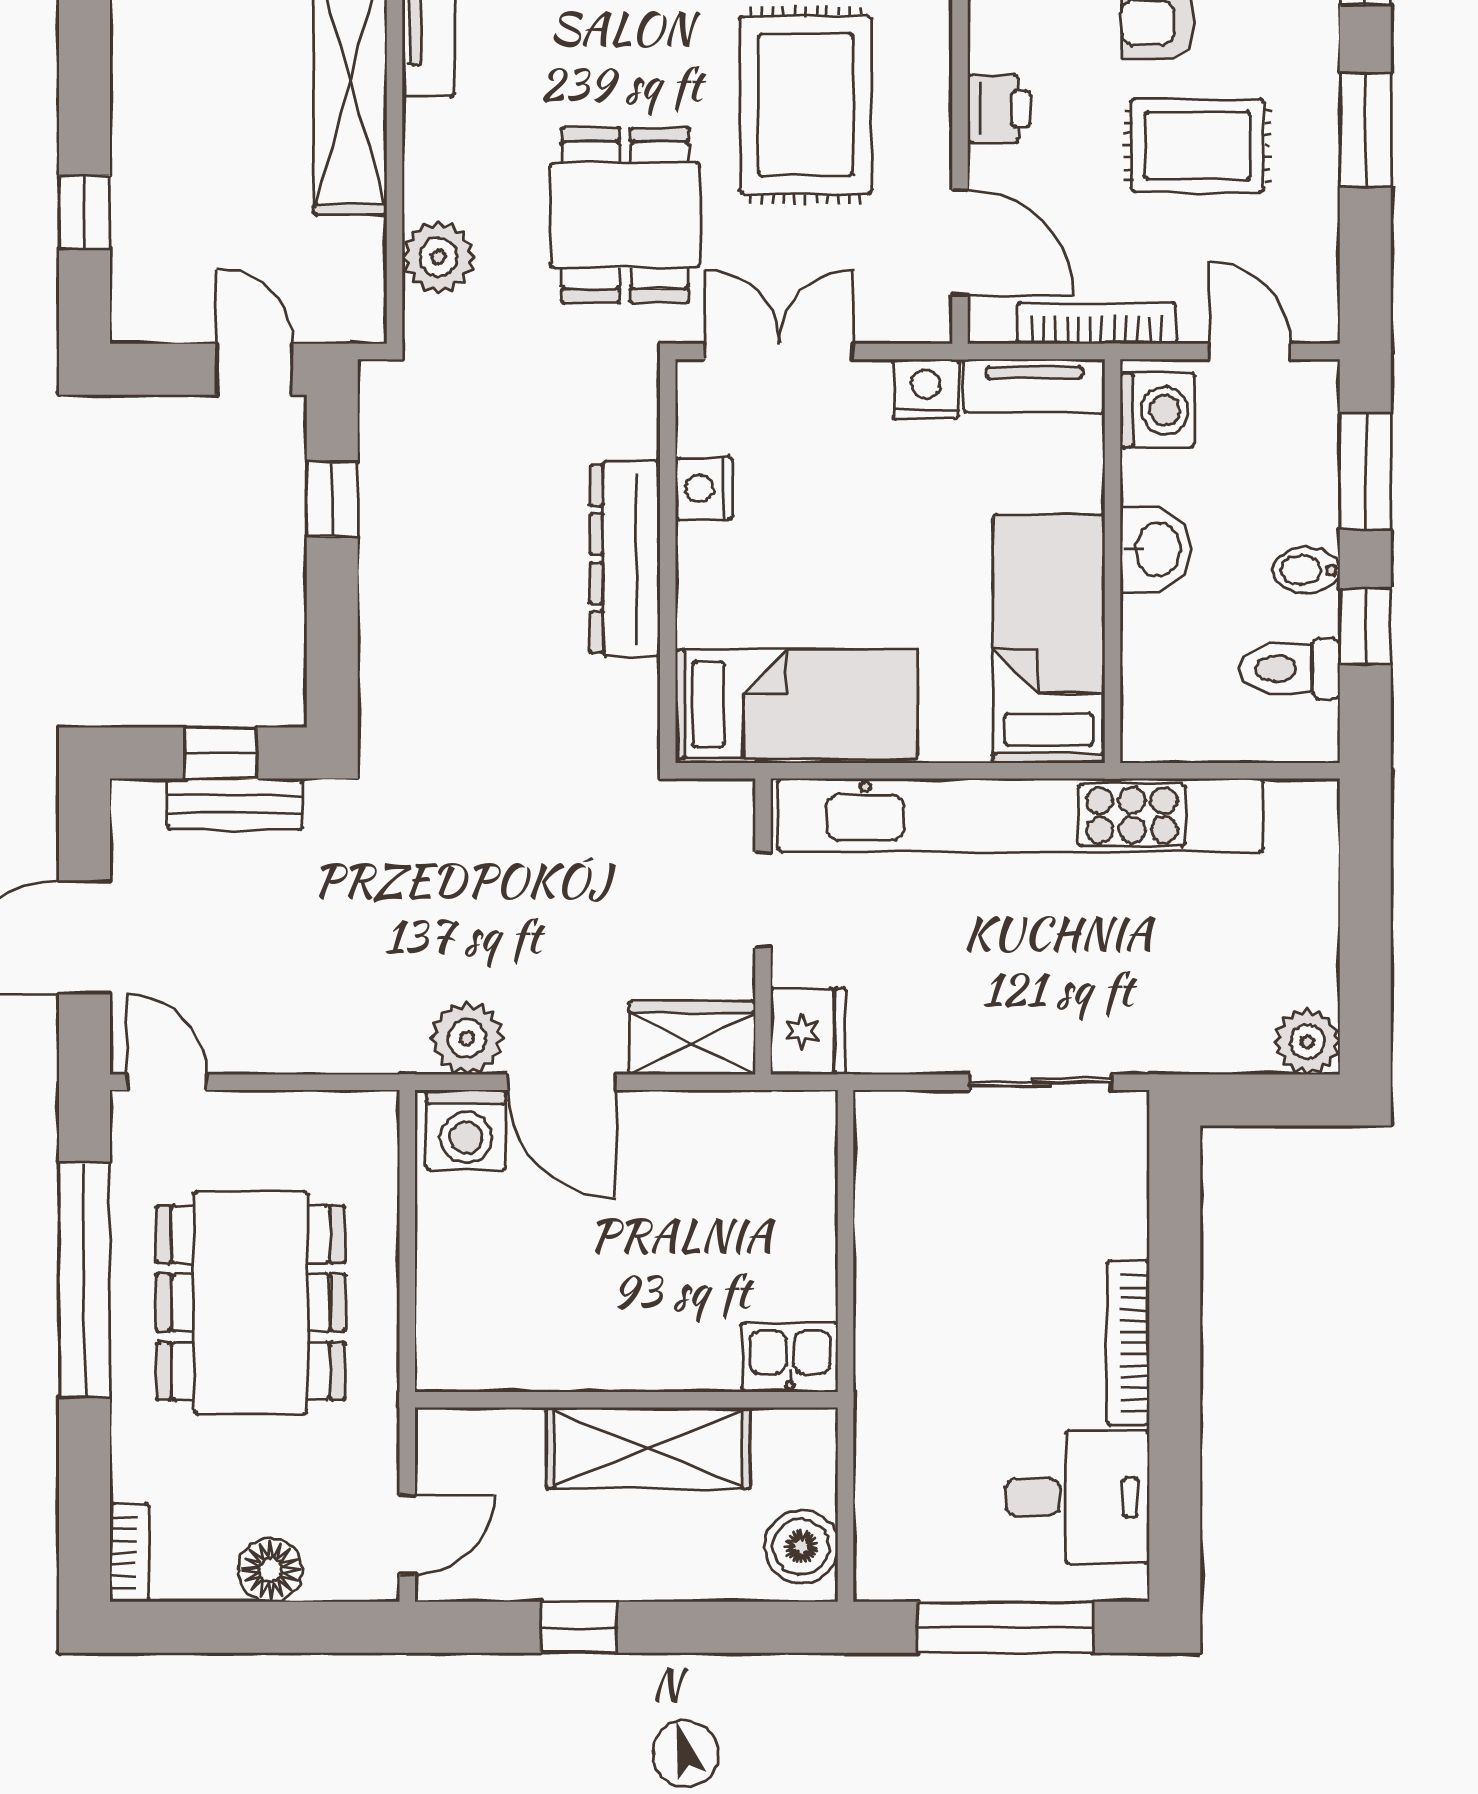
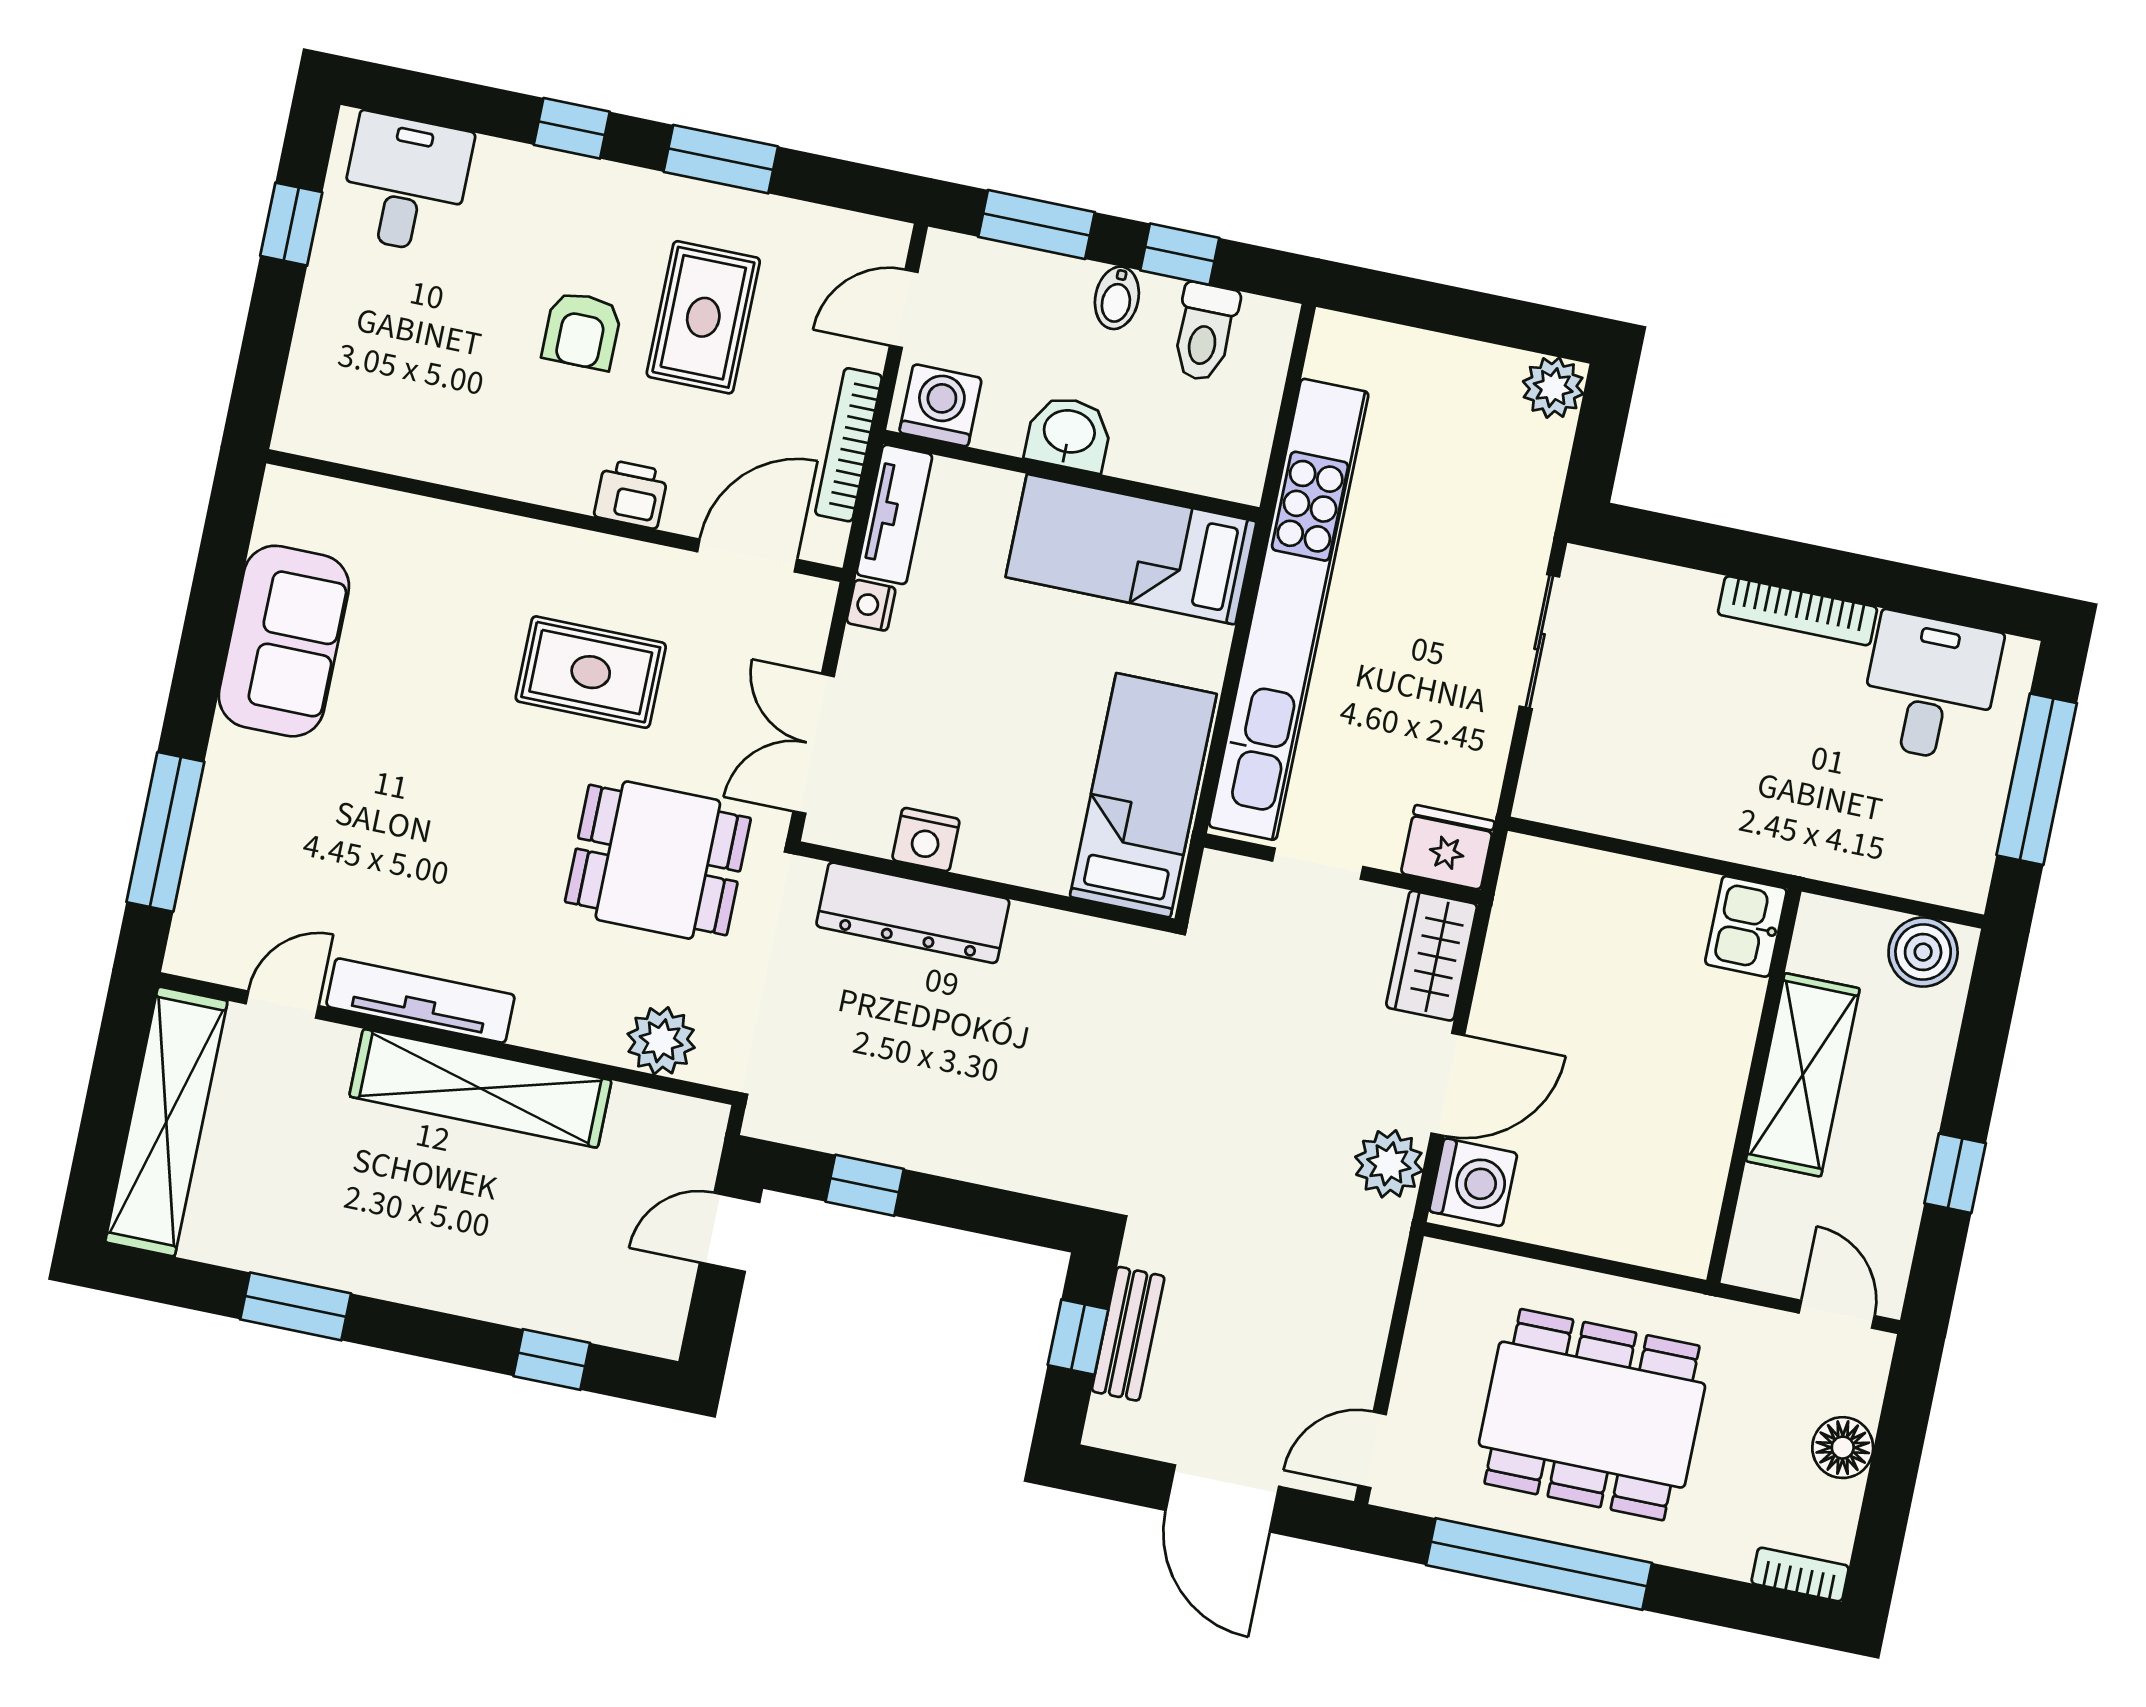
rug: (806, 105) -> (591, 672), width x0.73, depth x0.70
nightstand: (926, 389) -> (871, 605), width x0.72, depth x0.74
dresser: (625, 559) -> (913, 913), moved

